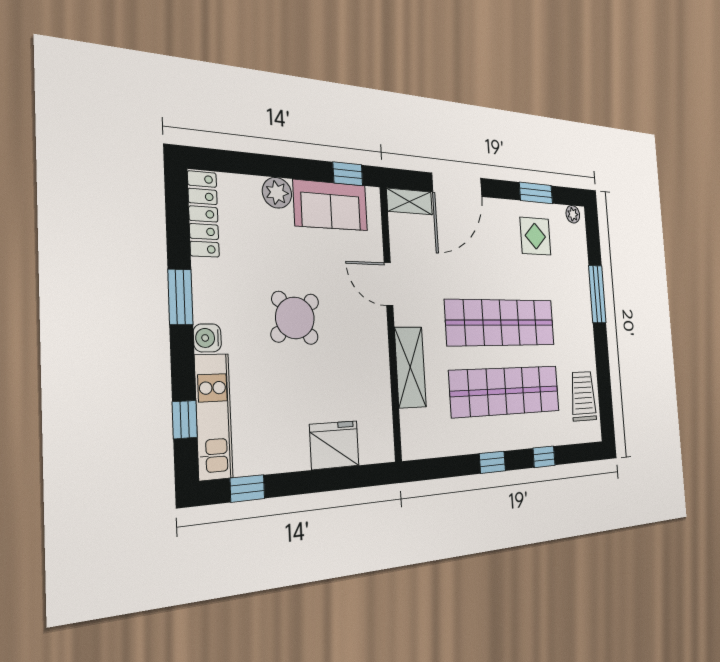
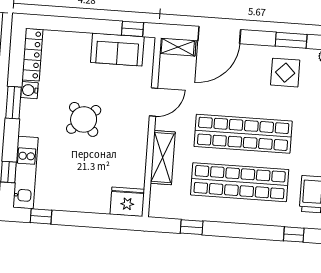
plant: (277, 193) -> (81, 42), removed
door: (388, 284) -> (153, 102), swing flipped
water cooler: (207, 338) -> (29, 90), moved
fridge: (334, 445) -> (127, 202), moved
window: (544, 457) -> (294, 234), moved
window: (492, 462) -> (192, 227), moved

